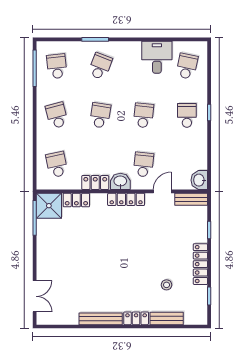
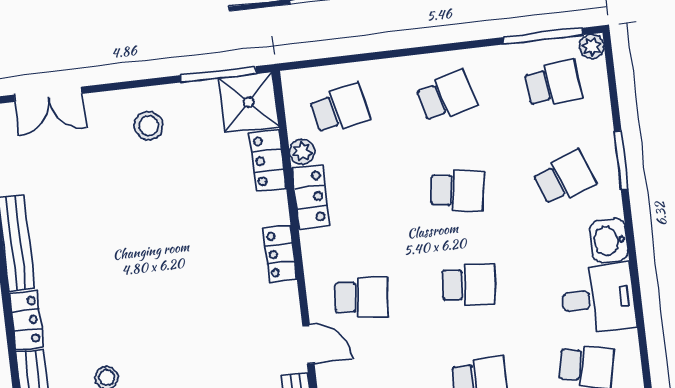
plant: (42, 47) -> (592, 46), added
school desk: (100, 66) -> (564, 178), turned -42
washbasin: (120, 181) -> (609, 241), moved, turned 180
plant: (74, 184) -> (302, 152), added
locker: (126, 199) -> (280, 254), width x0.66
stool: (54, 252) -> (148, 126), added

